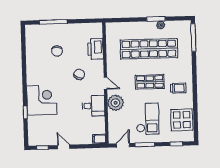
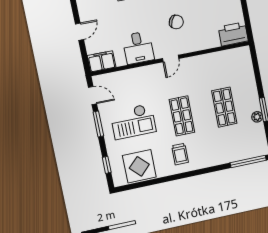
printer: (96, 49) -> (233, 34), moved
shop shelf: (149, 49) -> (224, 107), width x0.50, depth x0.74
plant: (116, 103) -> (147, 76), removed
filing cabinet: (99, 139) -> (102, 61), width x2.00
door: (64, 147) -> (79, 32), moved

